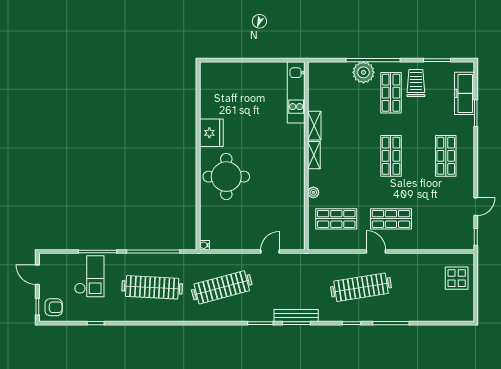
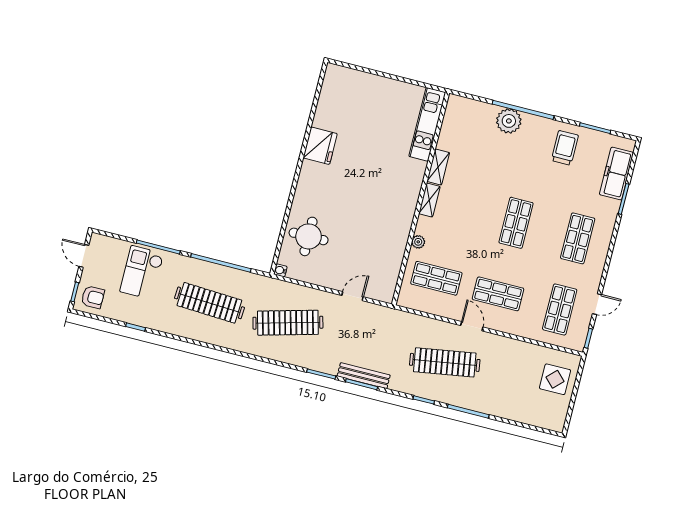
shop shelf: (391, 93) -> (560, 309), moved
round table: (226, 177) -> (309, 236), moved, width x0.73, depth x0.73
checkout: (89, 276) -> (142, 272), turned 180

